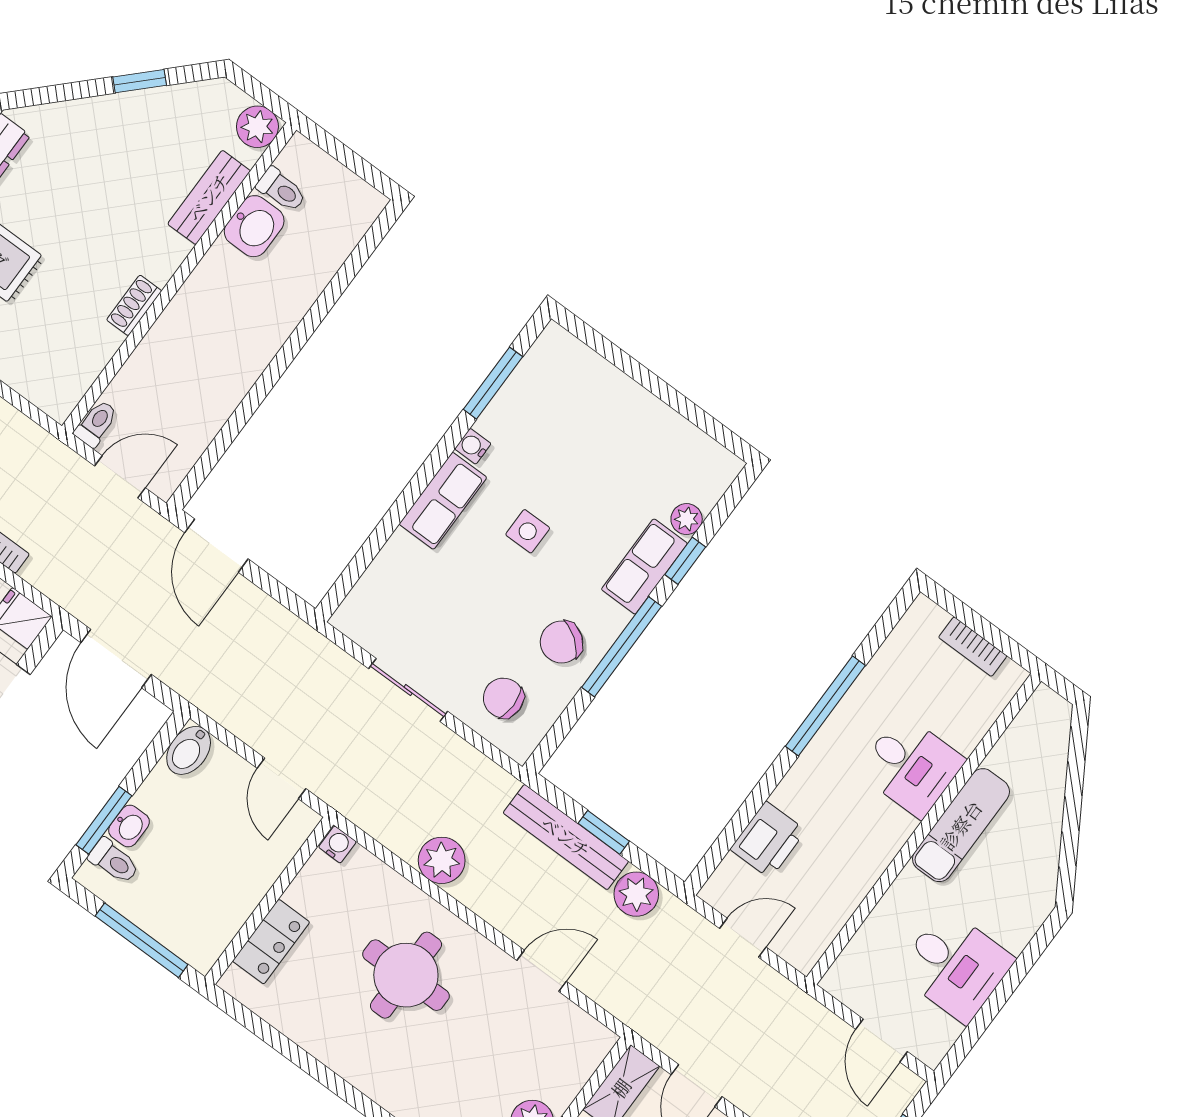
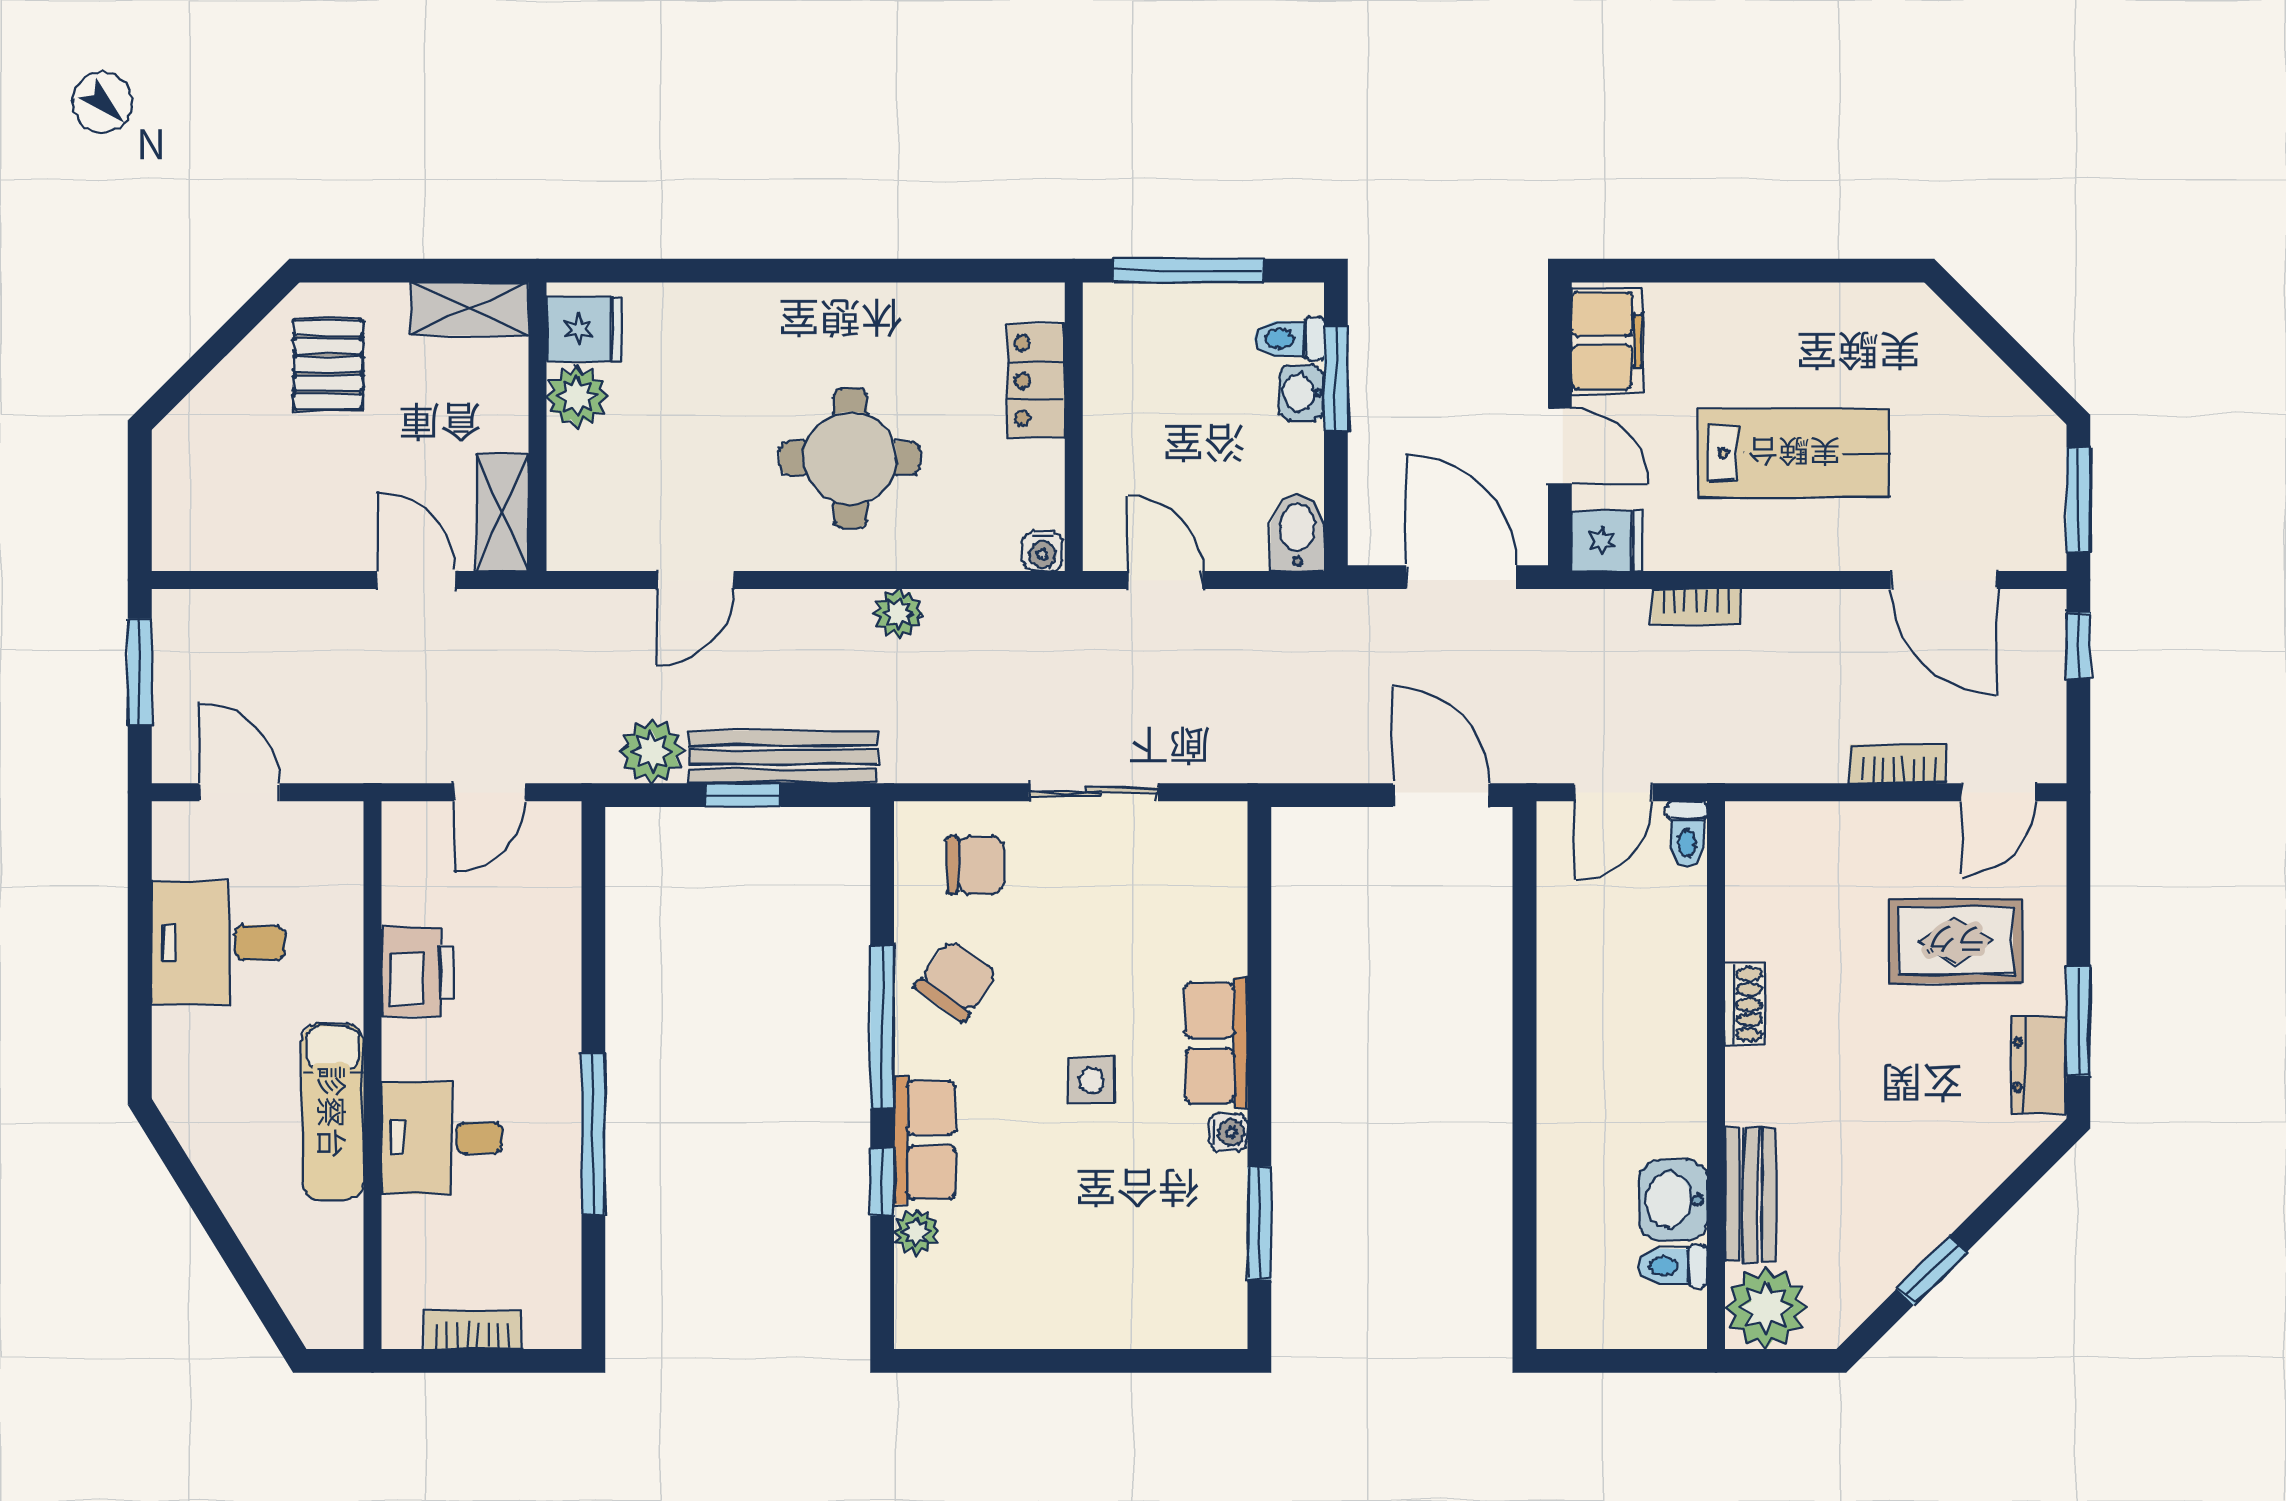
plant: (257, 127) -> (1766, 1308), width x1.36, depth x1.36
printer: (768, 840) -> (418, 972), moved, turned 180
plant: (442, 860) -> (898, 613), width x0.73, depth x0.73

